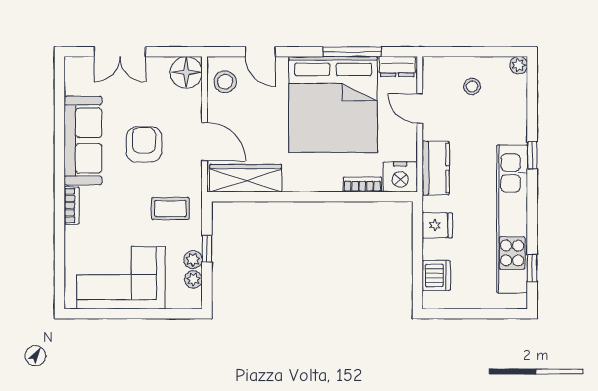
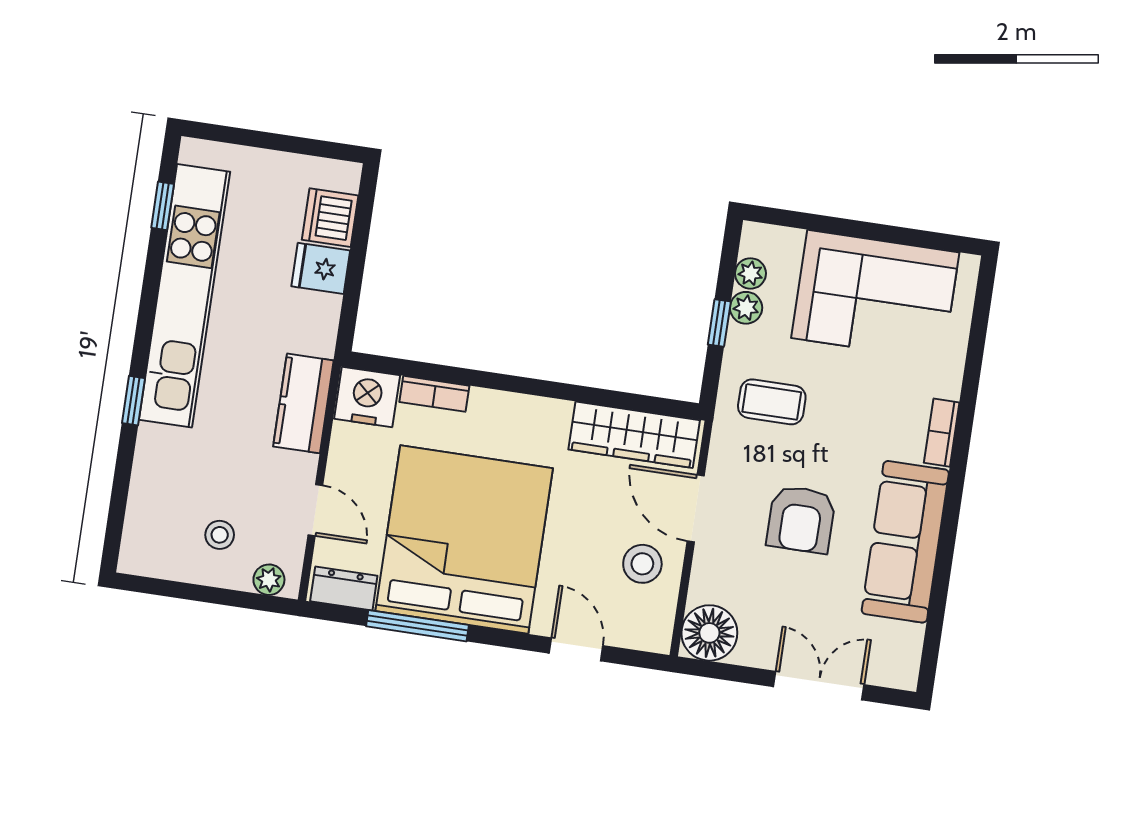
plant: (519, 65) -> (269, 580), moved
stool: (225, 82) -> (642, 564), moved
fridge: (437, 225) -> (321, 268), moved

